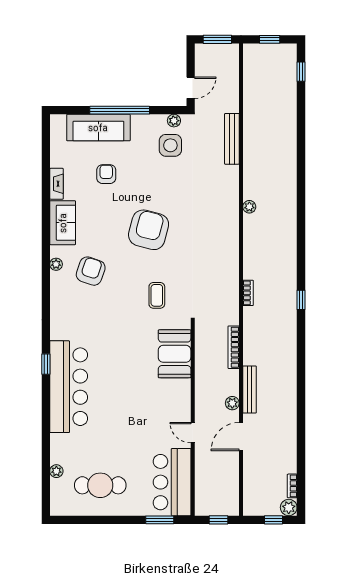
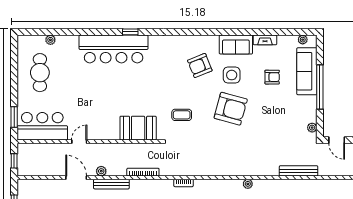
side table: (170, 145) -> (232, 75), moved
plant: (56, 264) -> (303, 40), moved
armchair: (91, 271) -> (200, 65), turned 139

